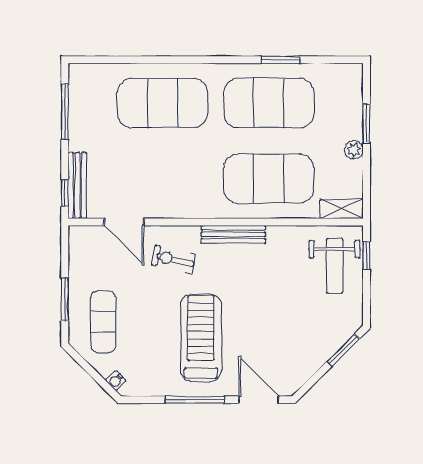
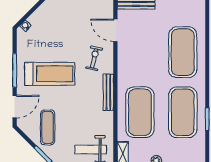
door: (124, 222) -> (115, 30), hinge flipped
exercise mat: (103, 322) -> (48, 127), moved, turned 90

